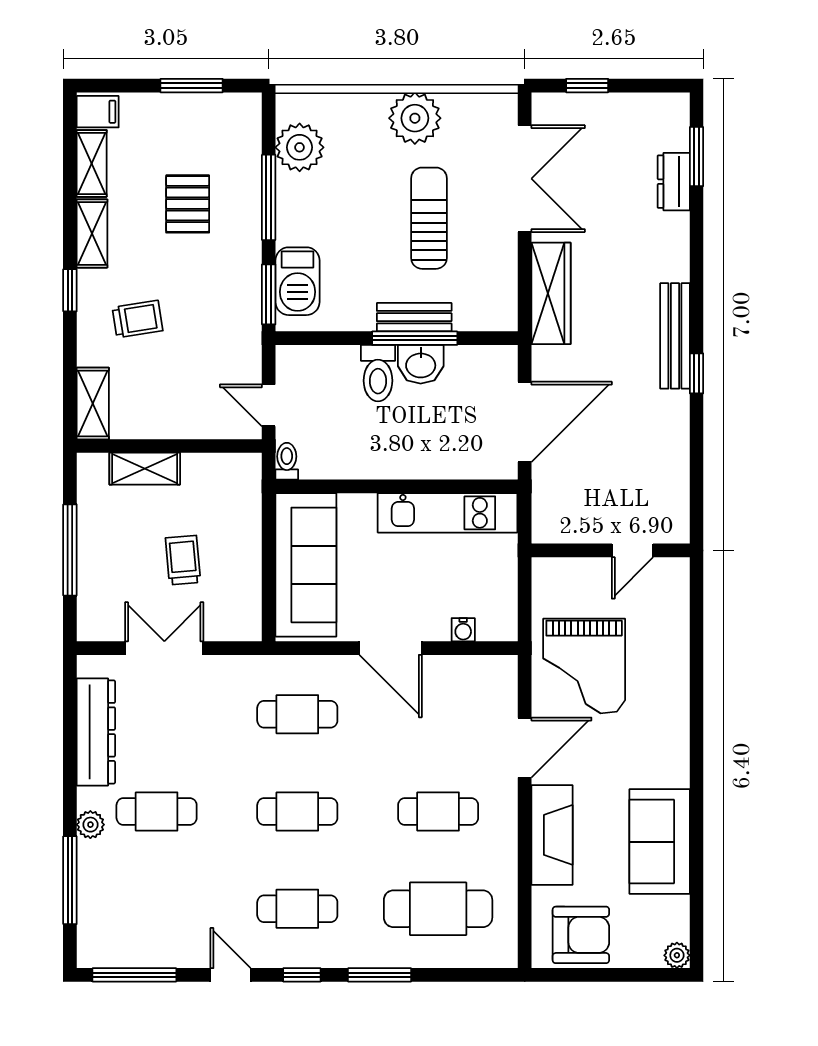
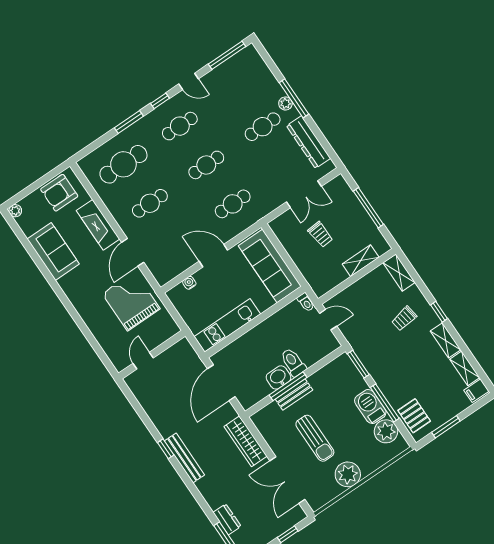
pallet: (188, 204) -> (414, 416), moved
barbecue: (298, 281) -> (370, 407), moved
window: (70, 880) -> (294, 98), moved

